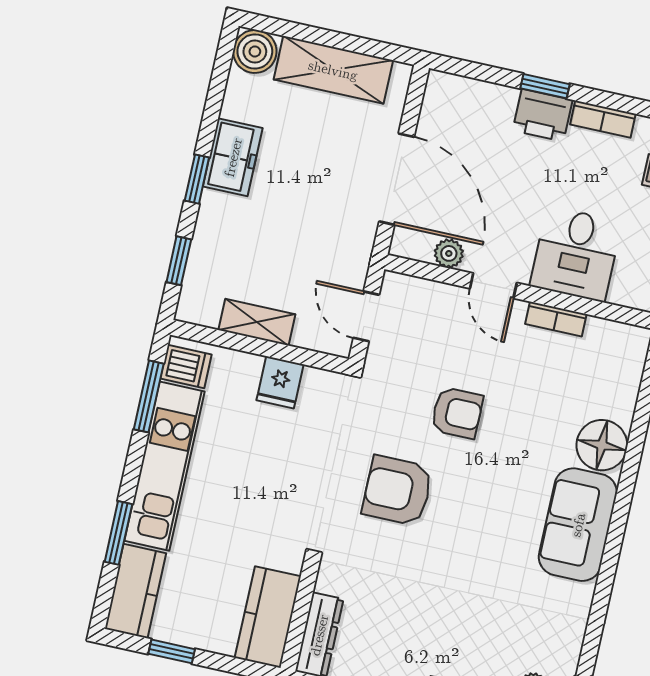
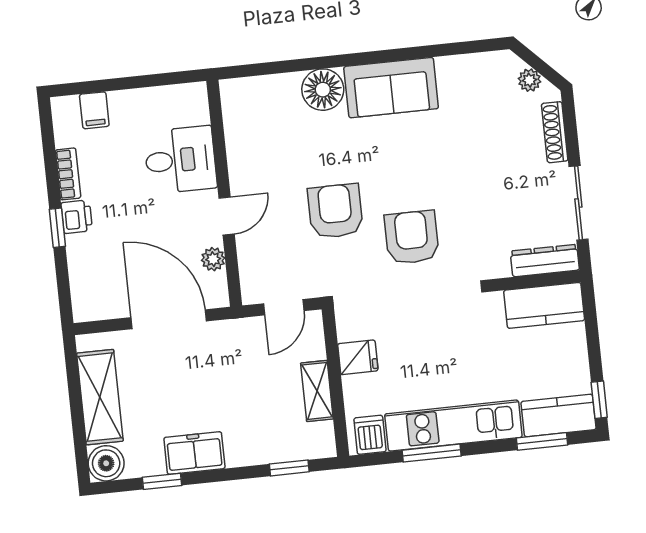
printer: (543, 115) -> (77, 217), width x0.73, depth x0.81
window: (197, 179) -> (162, 481), moved
door: (397, 179) -> (169, 319), hinge flipped
bookcase: (556, 319) -> (236, 158), removed
window: (149, 396) -> (432, 453), moved
armchair: (457, 413) -> (335, 211), width x1.38, depth x1.38
armchair: (397, 491) -> (412, 237), turned 180
window: (118, 533) -> (542, 441), moved
window: (172, 651) -> (599, 400), moved

